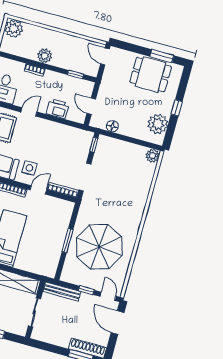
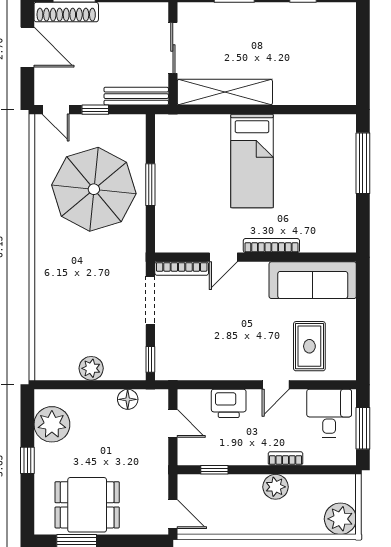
plant: (153, 156) -> (91, 368), moved
side table: (29, 168) -> (249, 290), removed
door: (118, 323) -> (27, 47), moved

